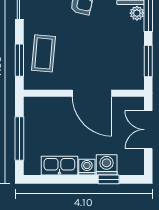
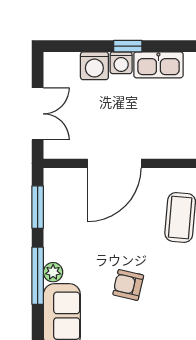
door: (92, 93) -> (114, 163), swing flipped
window: (109, 179) -> (128, 46), moved

